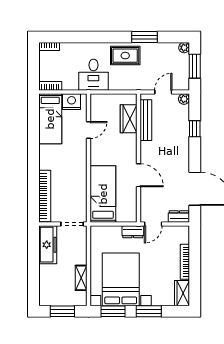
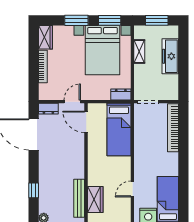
door: (138, 175) -> (86, 122), moved
dresser: (133, 232) -> (121, 94), moved
freezer: (48, 245) -> (170, 56), moved

